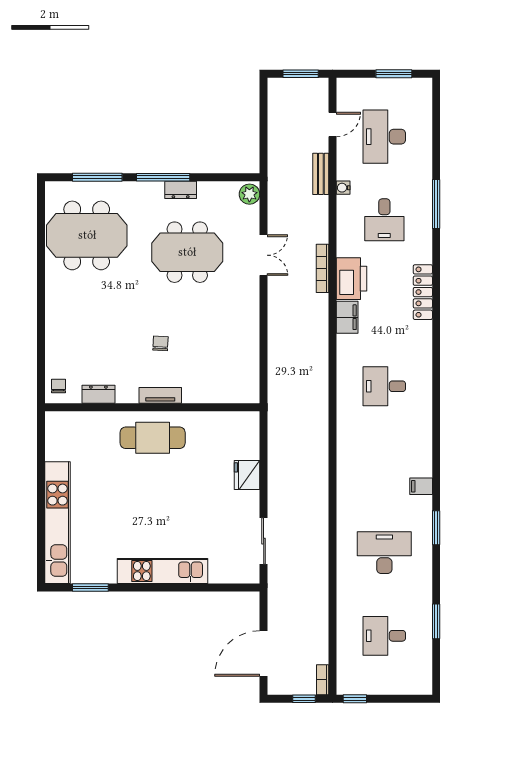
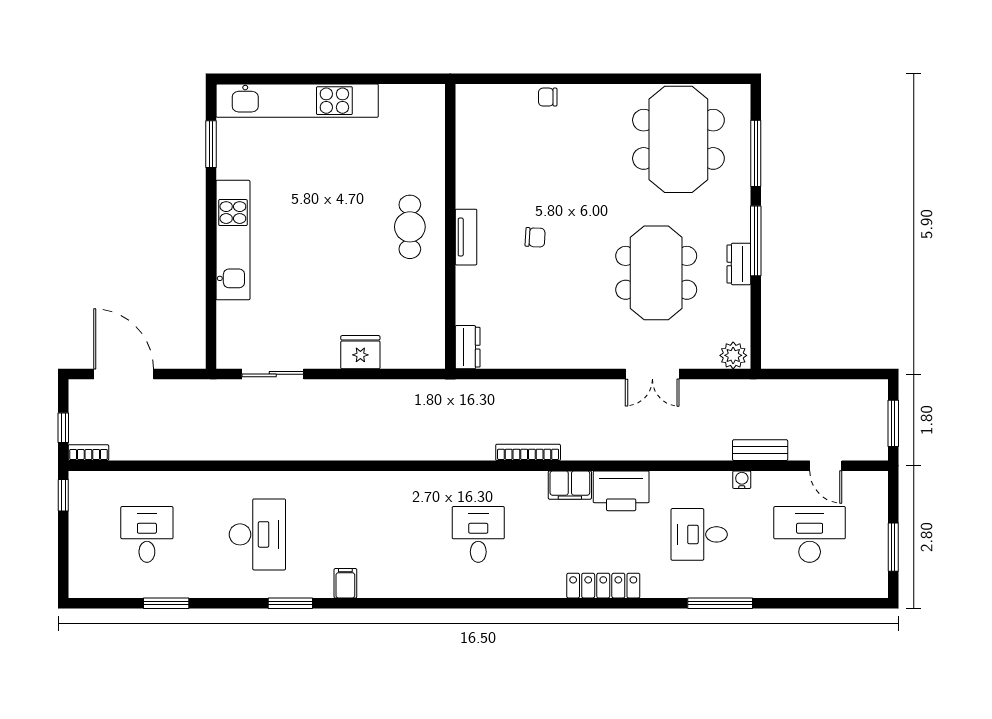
bookcase: (322, 268) -> (528, 452), moved
chair: (58, 386) -> (548, 97), moved, turned 180
dresser: (98, 394) -> (468, 347), moved
cafe table: (153, 438) -> (410, 227), width x0.73, depth x0.74

